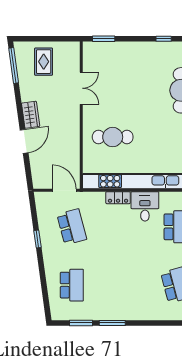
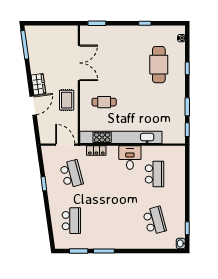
rug: (44, 62) -> (67, 100), moved
double door: (81, 88) -> (79, 63), width x1.37
cafe table: (113, 137) -> (104, 102), width x0.73, depth x0.74
locker: (118, 198) -> (96, 151), moved

